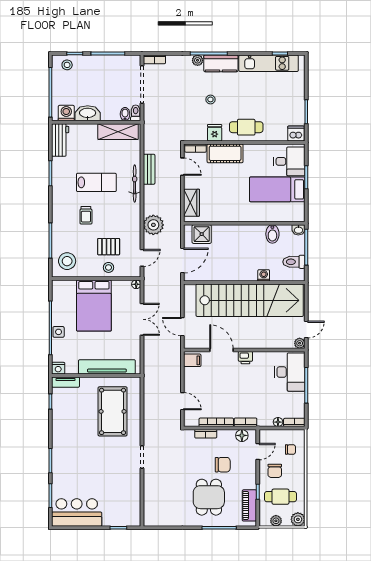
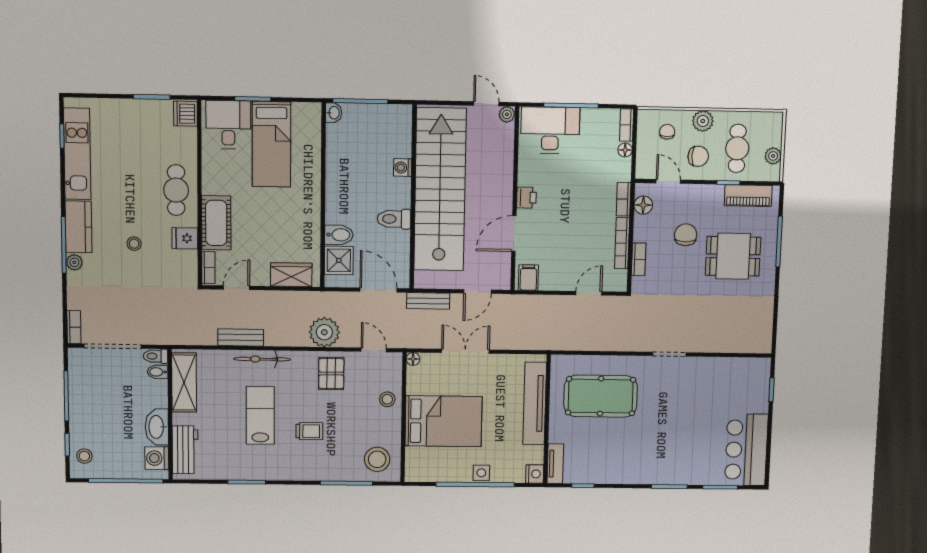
workbench: (60, 140) -> (185, 450), moved, turned 90
bidet: (272, 234) -> (339, 235), moved
pallet: (109, 247) -> (331, 374), moved
toilet: (294, 262) -> (394, 219), moved, turned 90
bench: (176, 294) -> (428, 301), added
plant: (298, 519) -> (703, 121), moved

